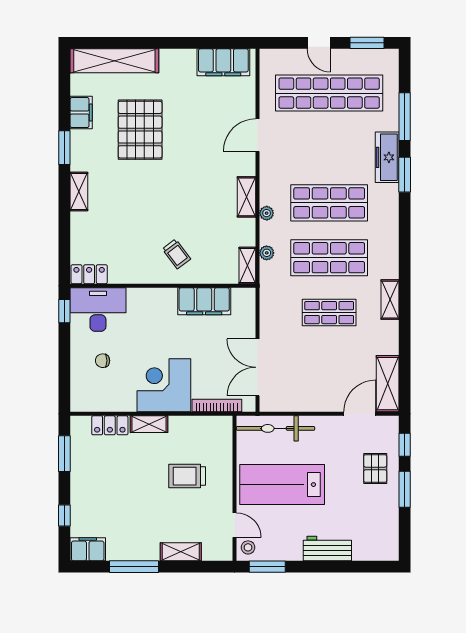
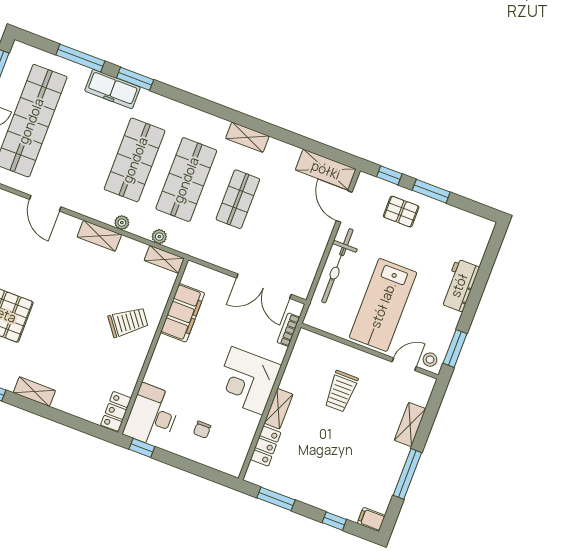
trolley: (176, 254) -> (128, 322), width x1.36, depth x1.39
bookcase: (217, 406) -> (288, 330), width x0.64
bicycle: (275, 428) -> (337, 266), moved
filing cabinet: (88, 549) -> (371, 519), width x0.50

